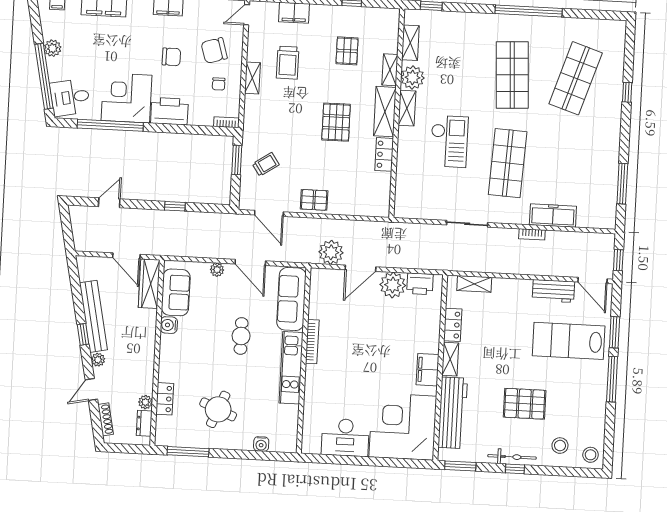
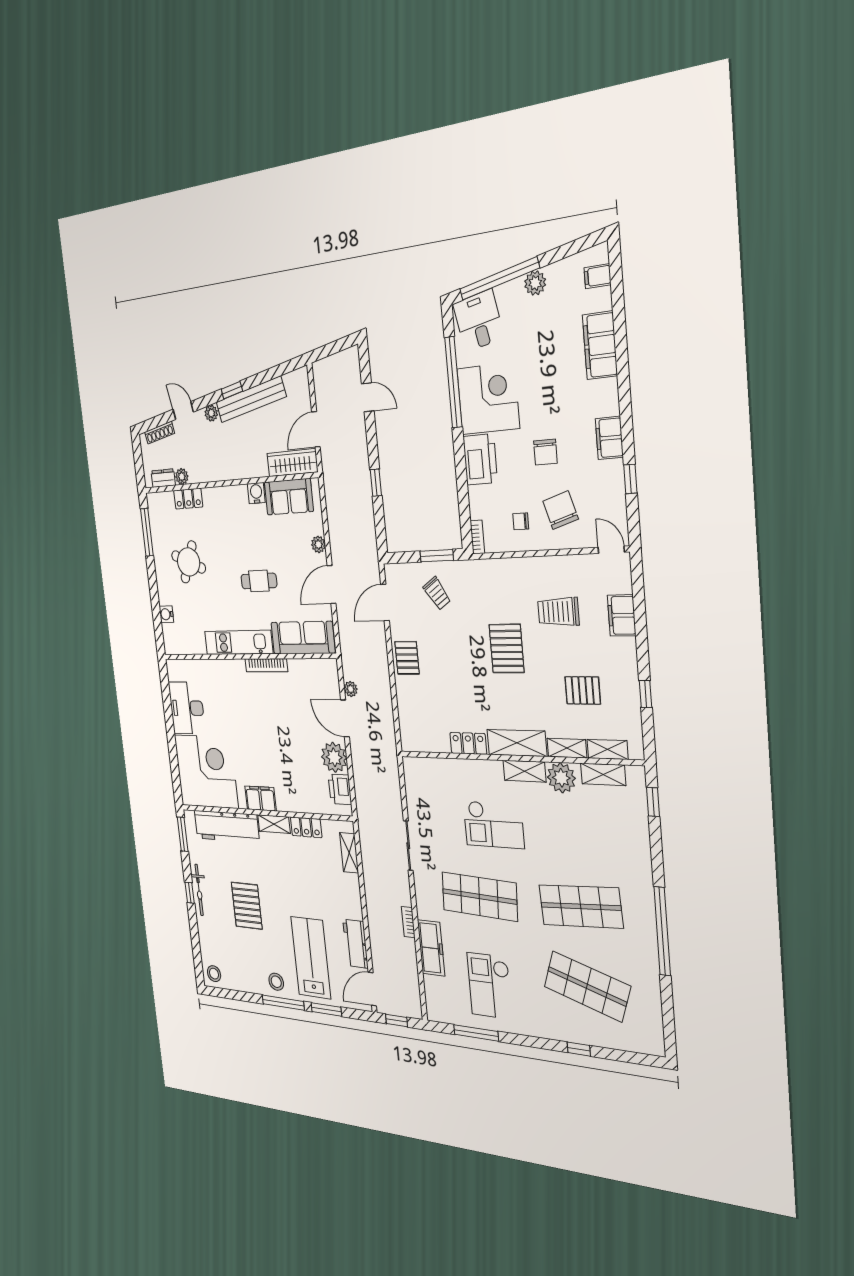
shelving: (252, 78) -> (607, 749), moved
pallet: (336, 122) -> (507, 649), moved, turned 90
checkout: (581, 165) -> (490, 986), added
plant: (331, 252) -> (351, 689), width x0.53, depth x0.53
stool: (560, 446) -> (276, 982), moved

